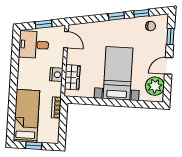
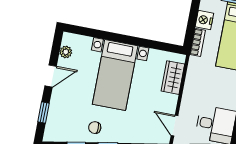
chair: (151, 26) -> (95, 128), moved
nightstand: (56, 75) -> (204, 20), moved
plant: (155, 86) -> (66, 52), width x0.53, depth x0.53

